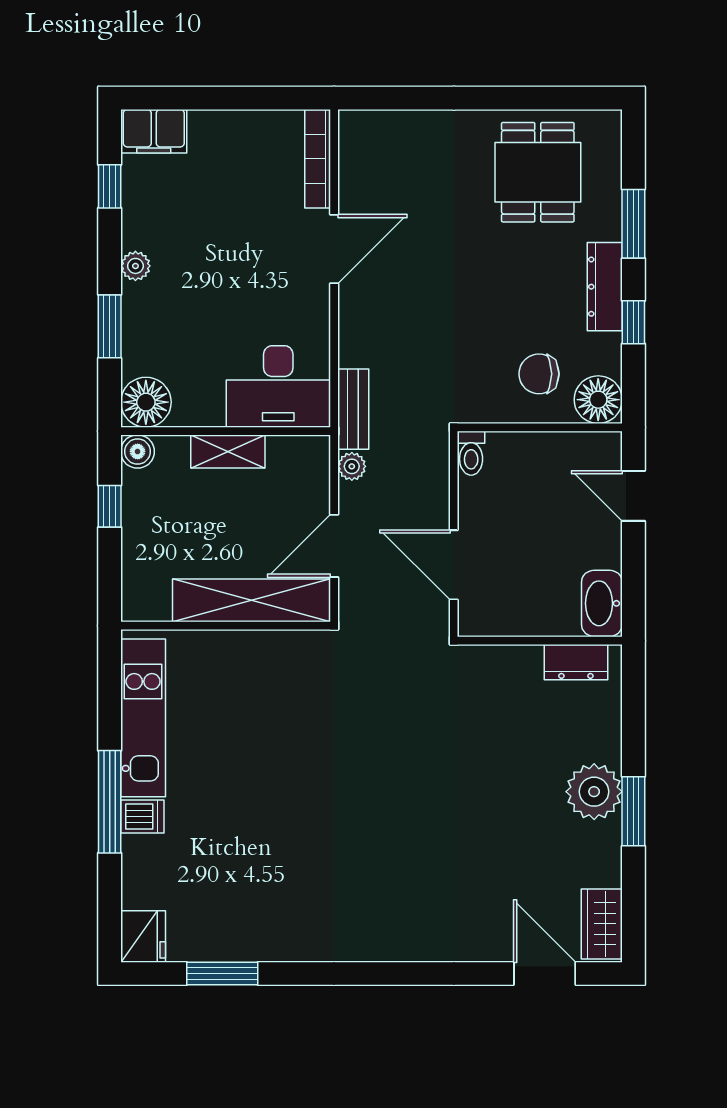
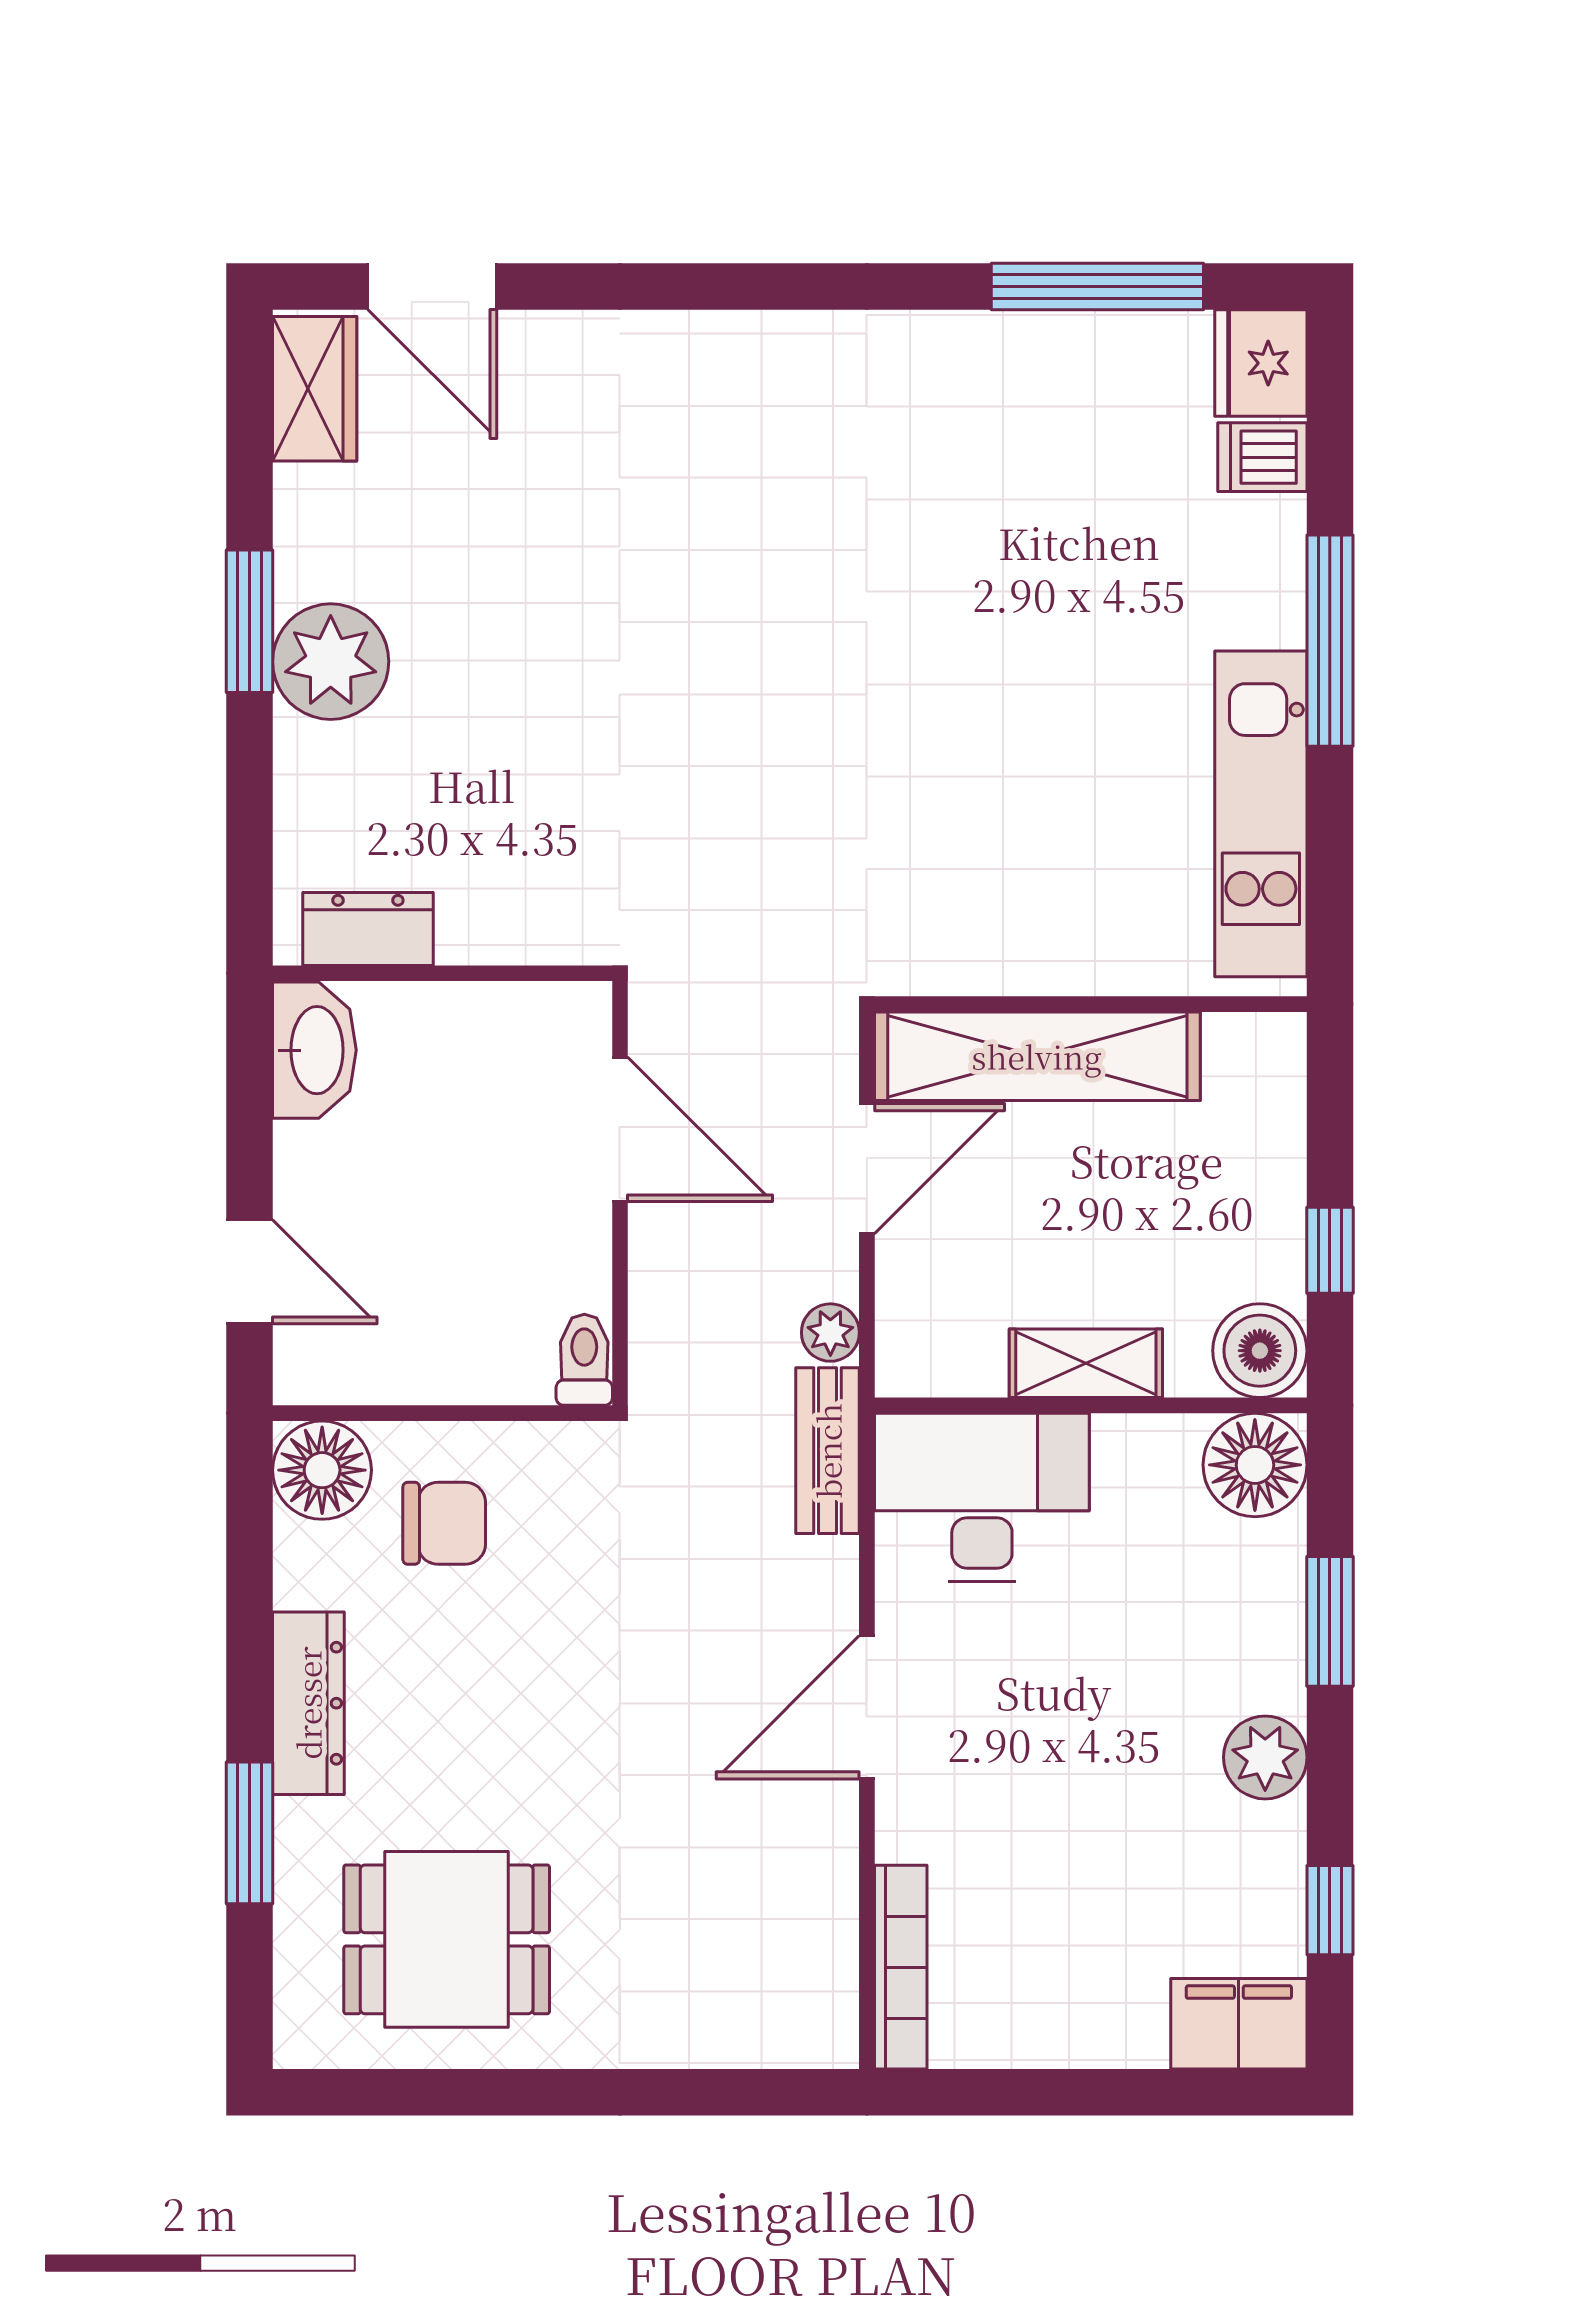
dining table: (538, 172) -> (447, 1939), turned 90
door: (334, 249) -> (867, 1707), moved
plant: (135, 266) -> (1265, 1757), width x1.38, depth x1.38
window: (633, 322) -> (250, 1630), removed
boiler: (138, 451) -> (1260, 1351), width x1.36, depth x1.36
dishwasher: (142, 817) -> (1262, 457), moved
window: (222, 974) -> (1097, 286), width x1.44

